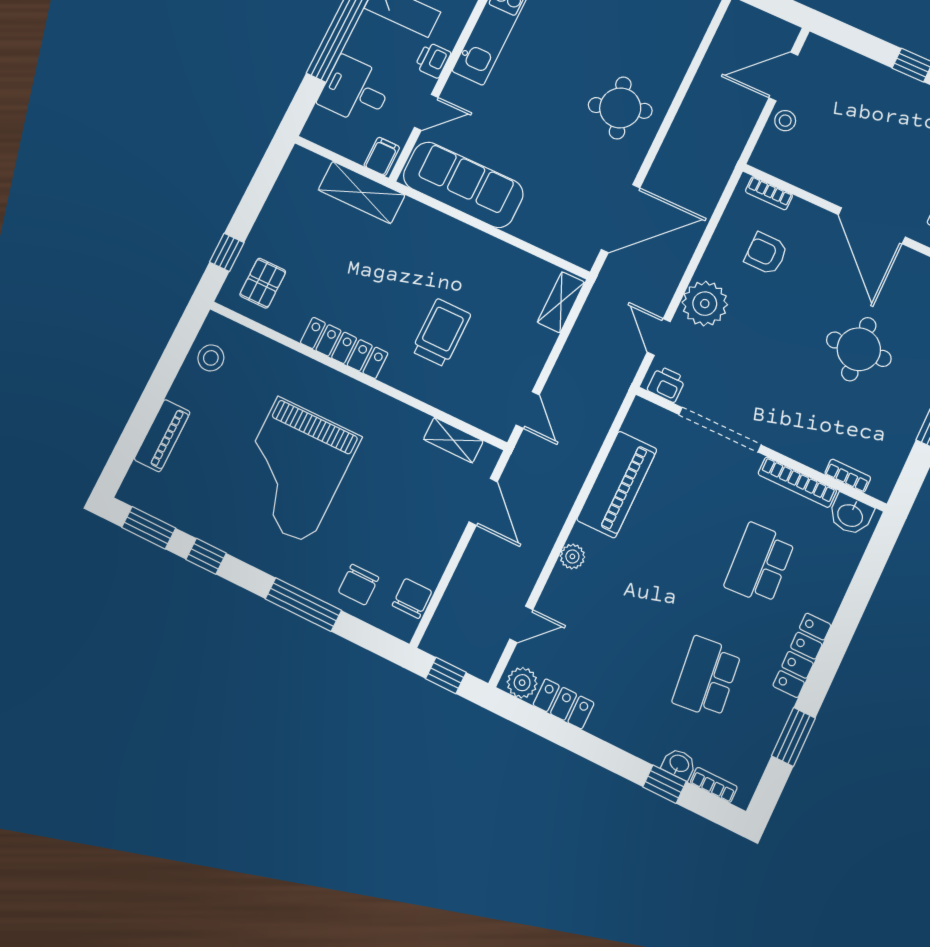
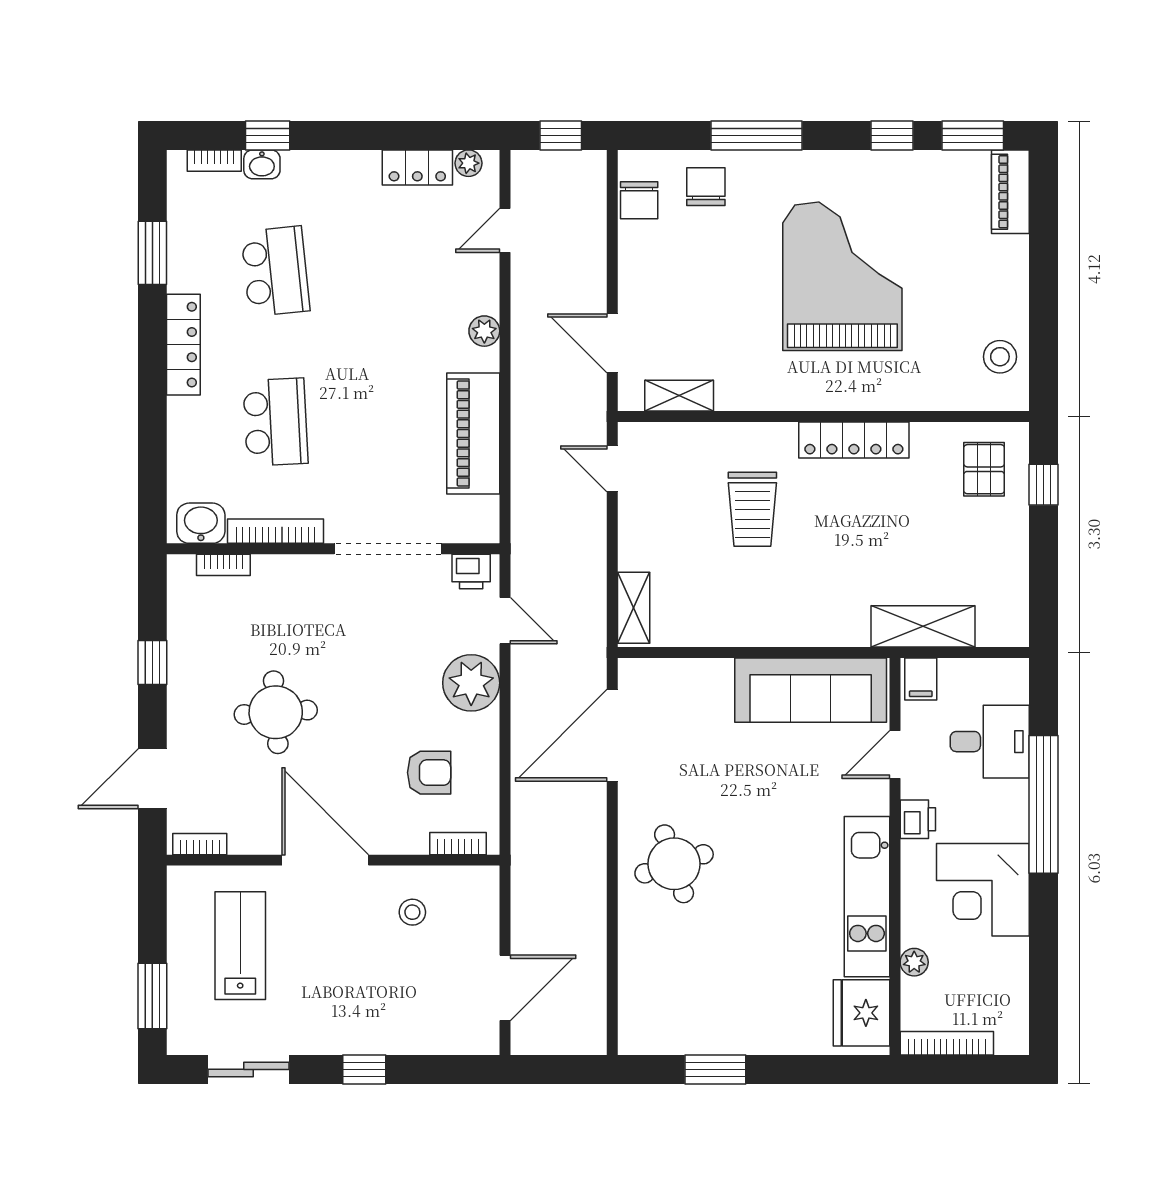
stool: (785, 121) -> (412, 912), moved
piano: (162, 436) -> (1010, 192), moved
plant: (522, 683) -> (468, 163), width x0.73, depth x0.73

